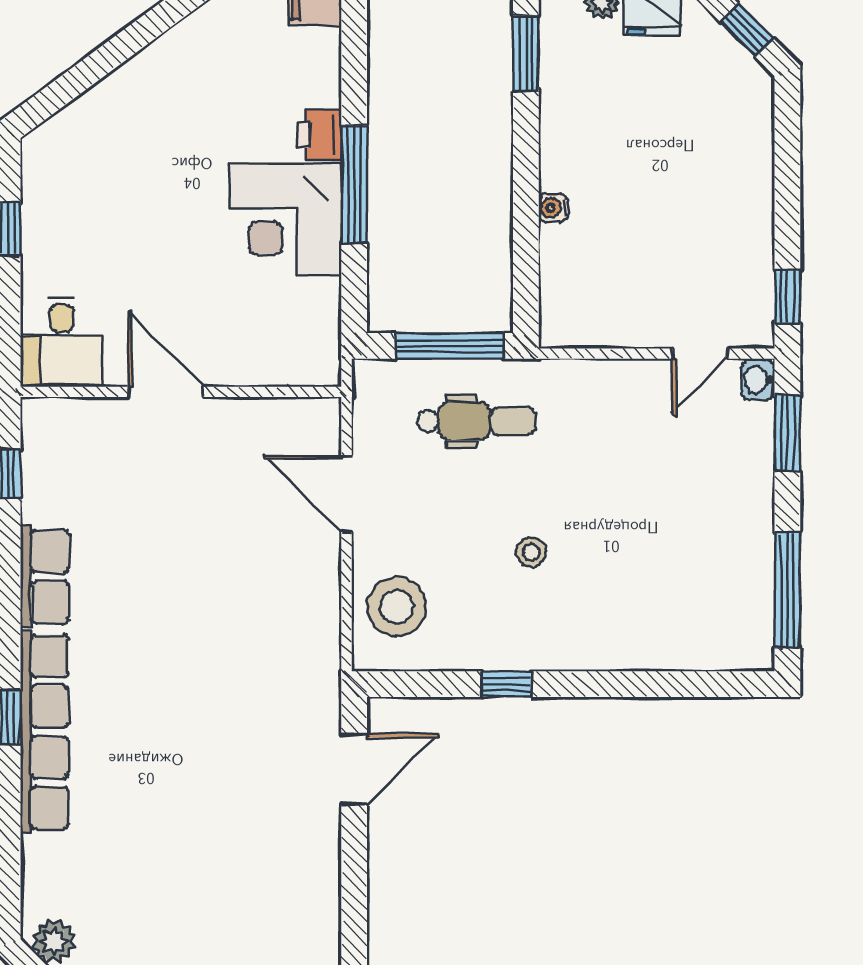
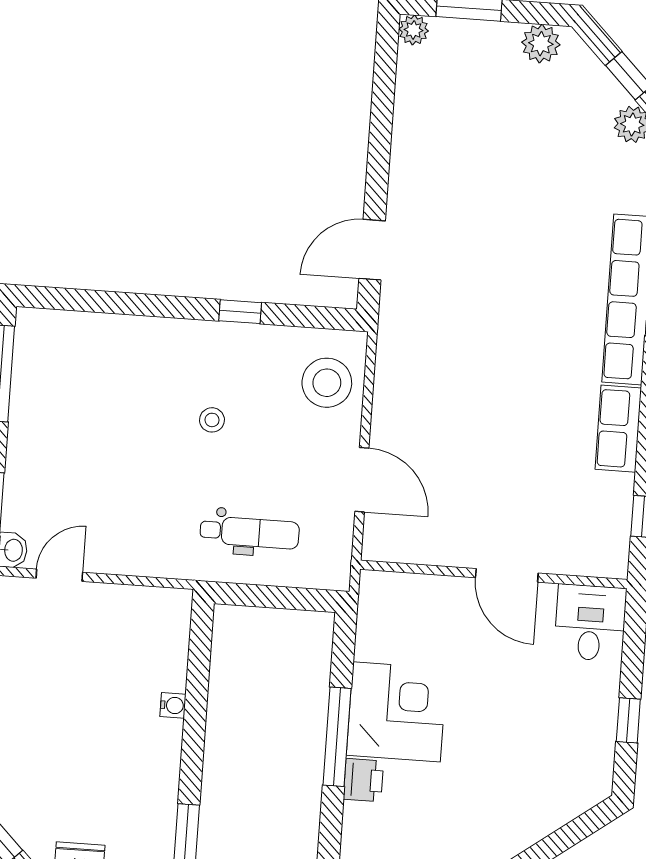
window: (449, 346) -> (267, 597), removed
dental chair: (476, 421) -> (250, 532), turned 180

